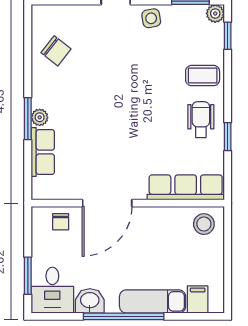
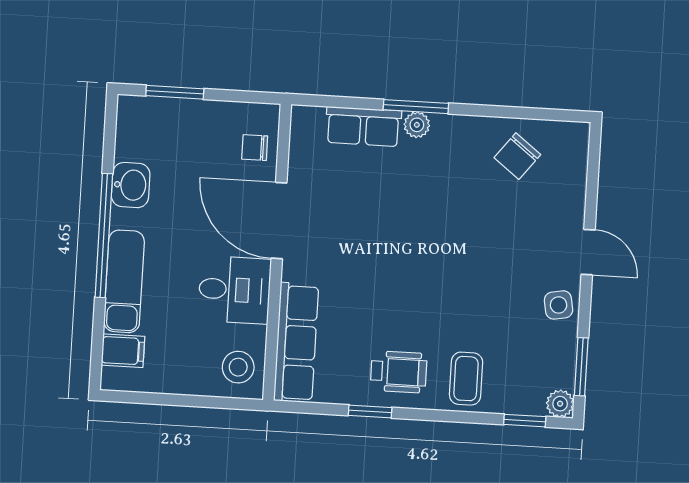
desk: (52, 290) -> (234, 290), moved, turned 180

